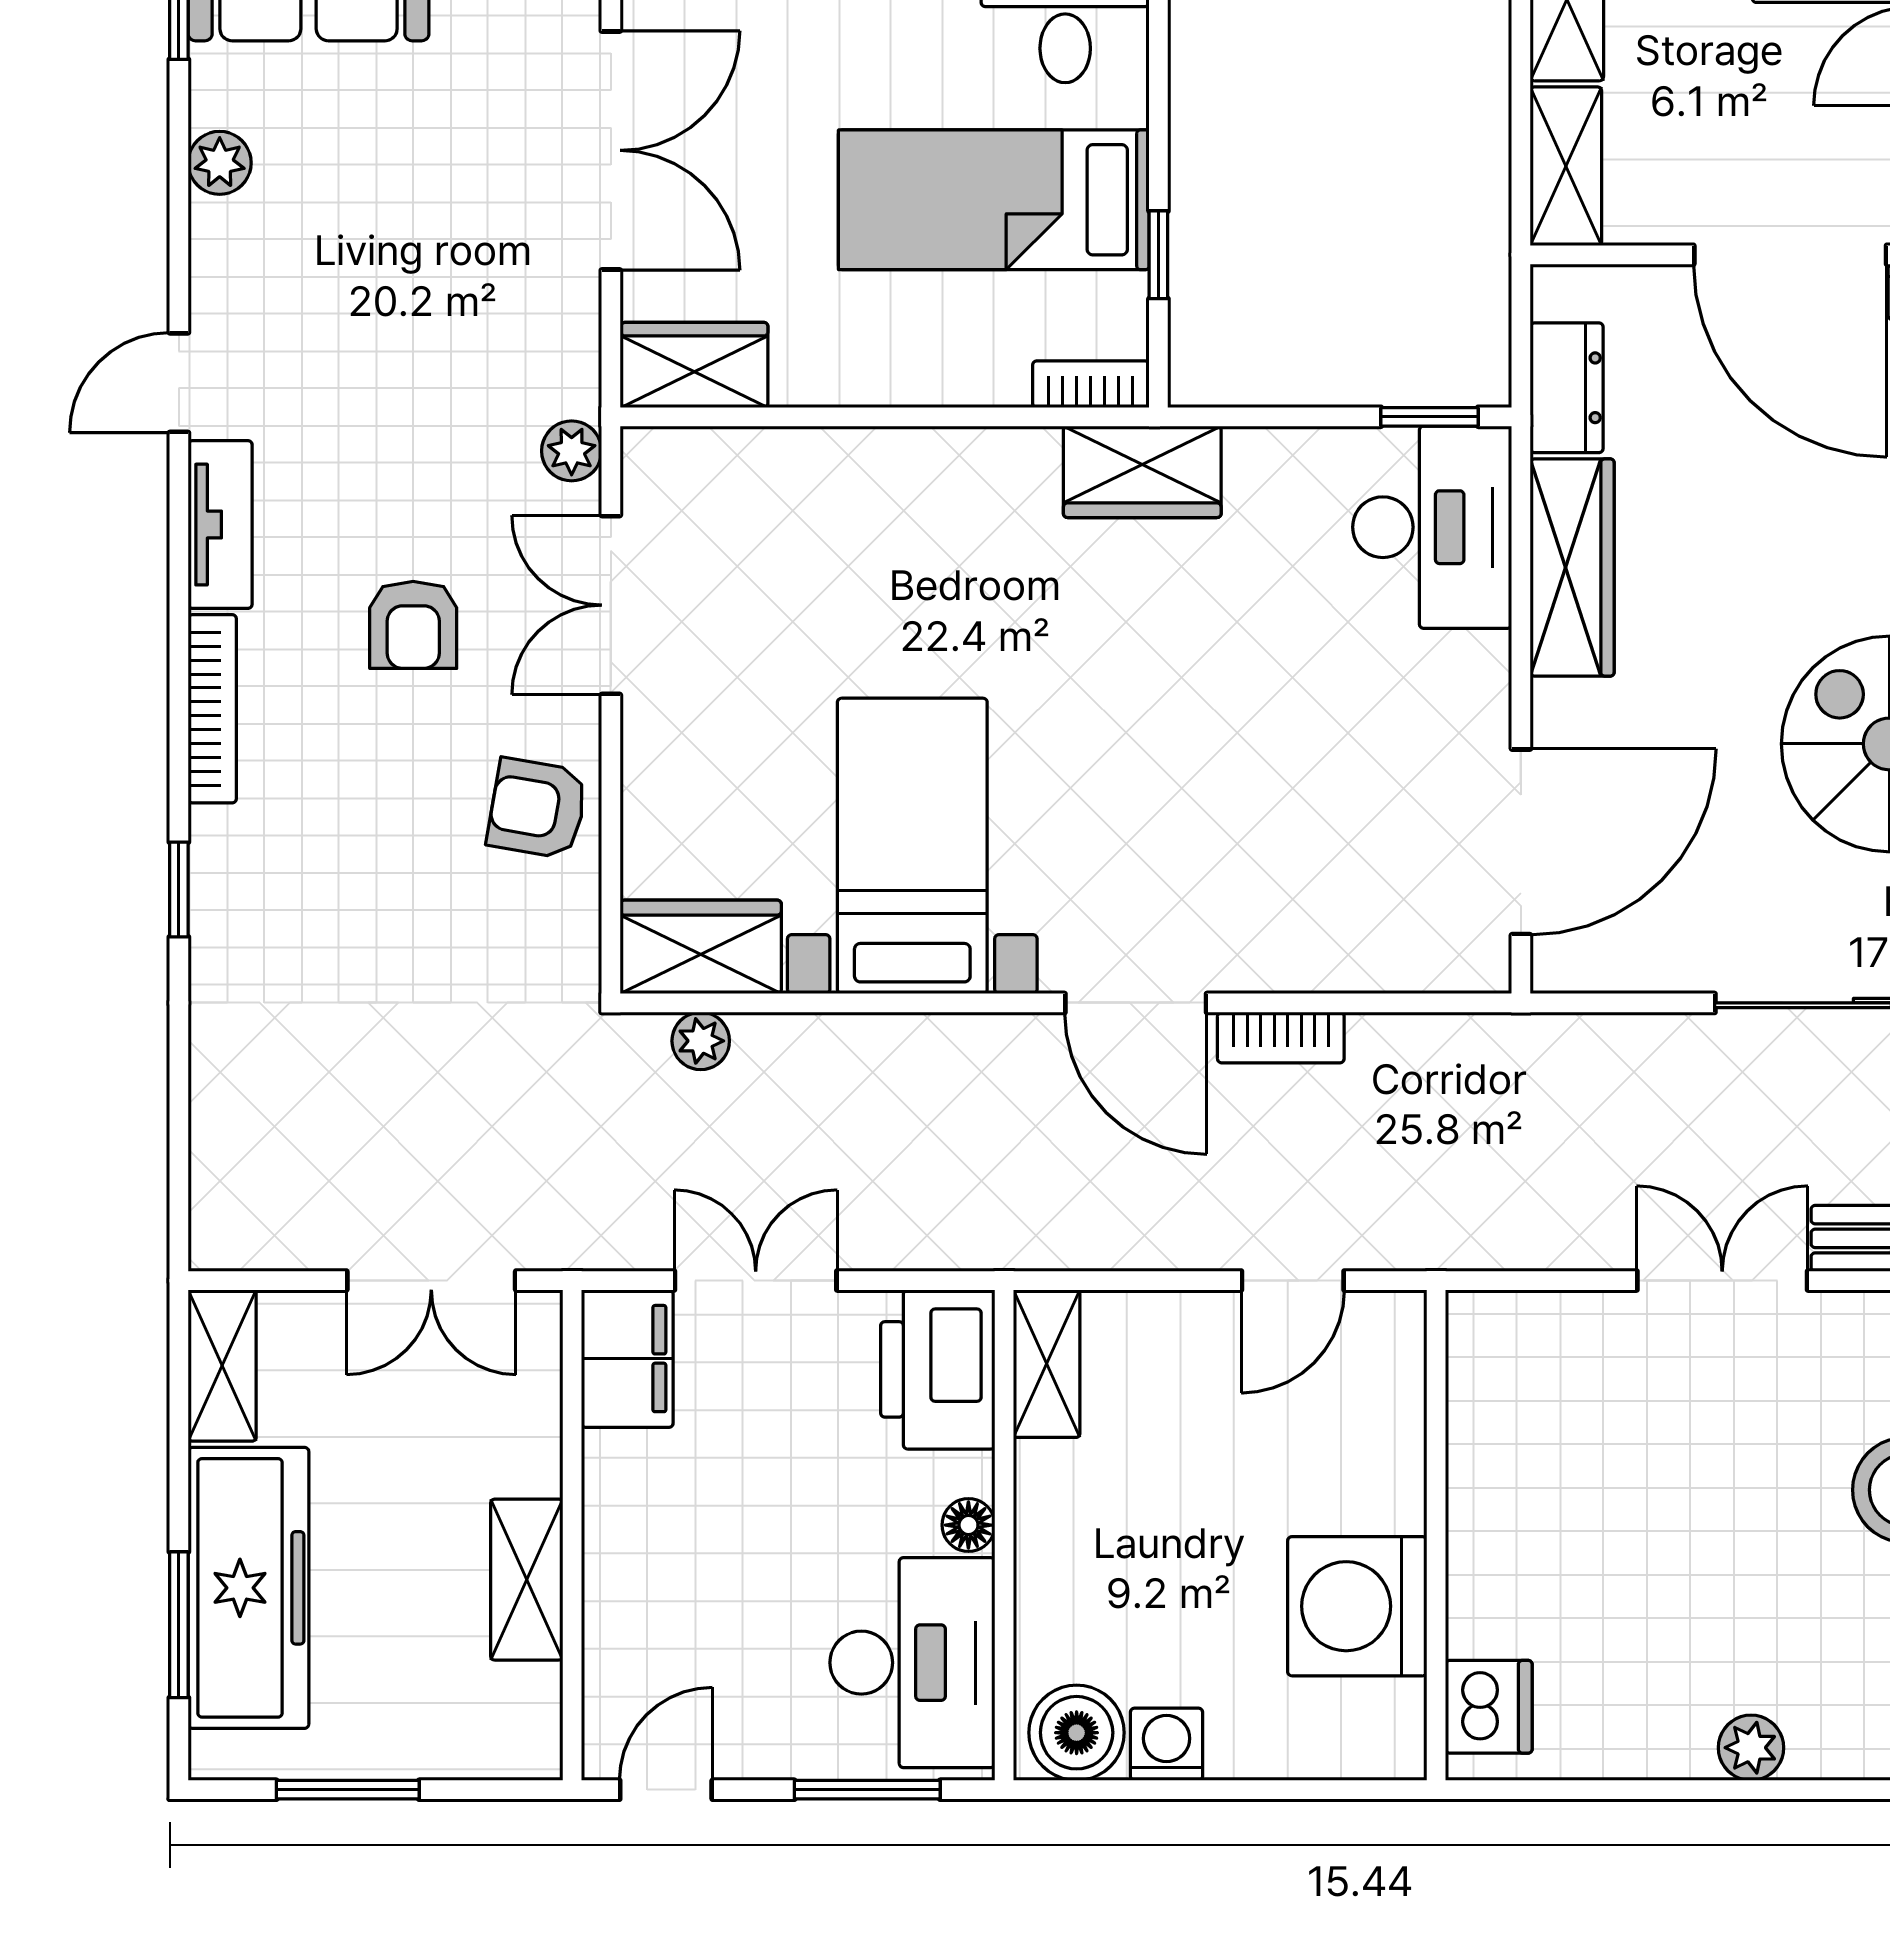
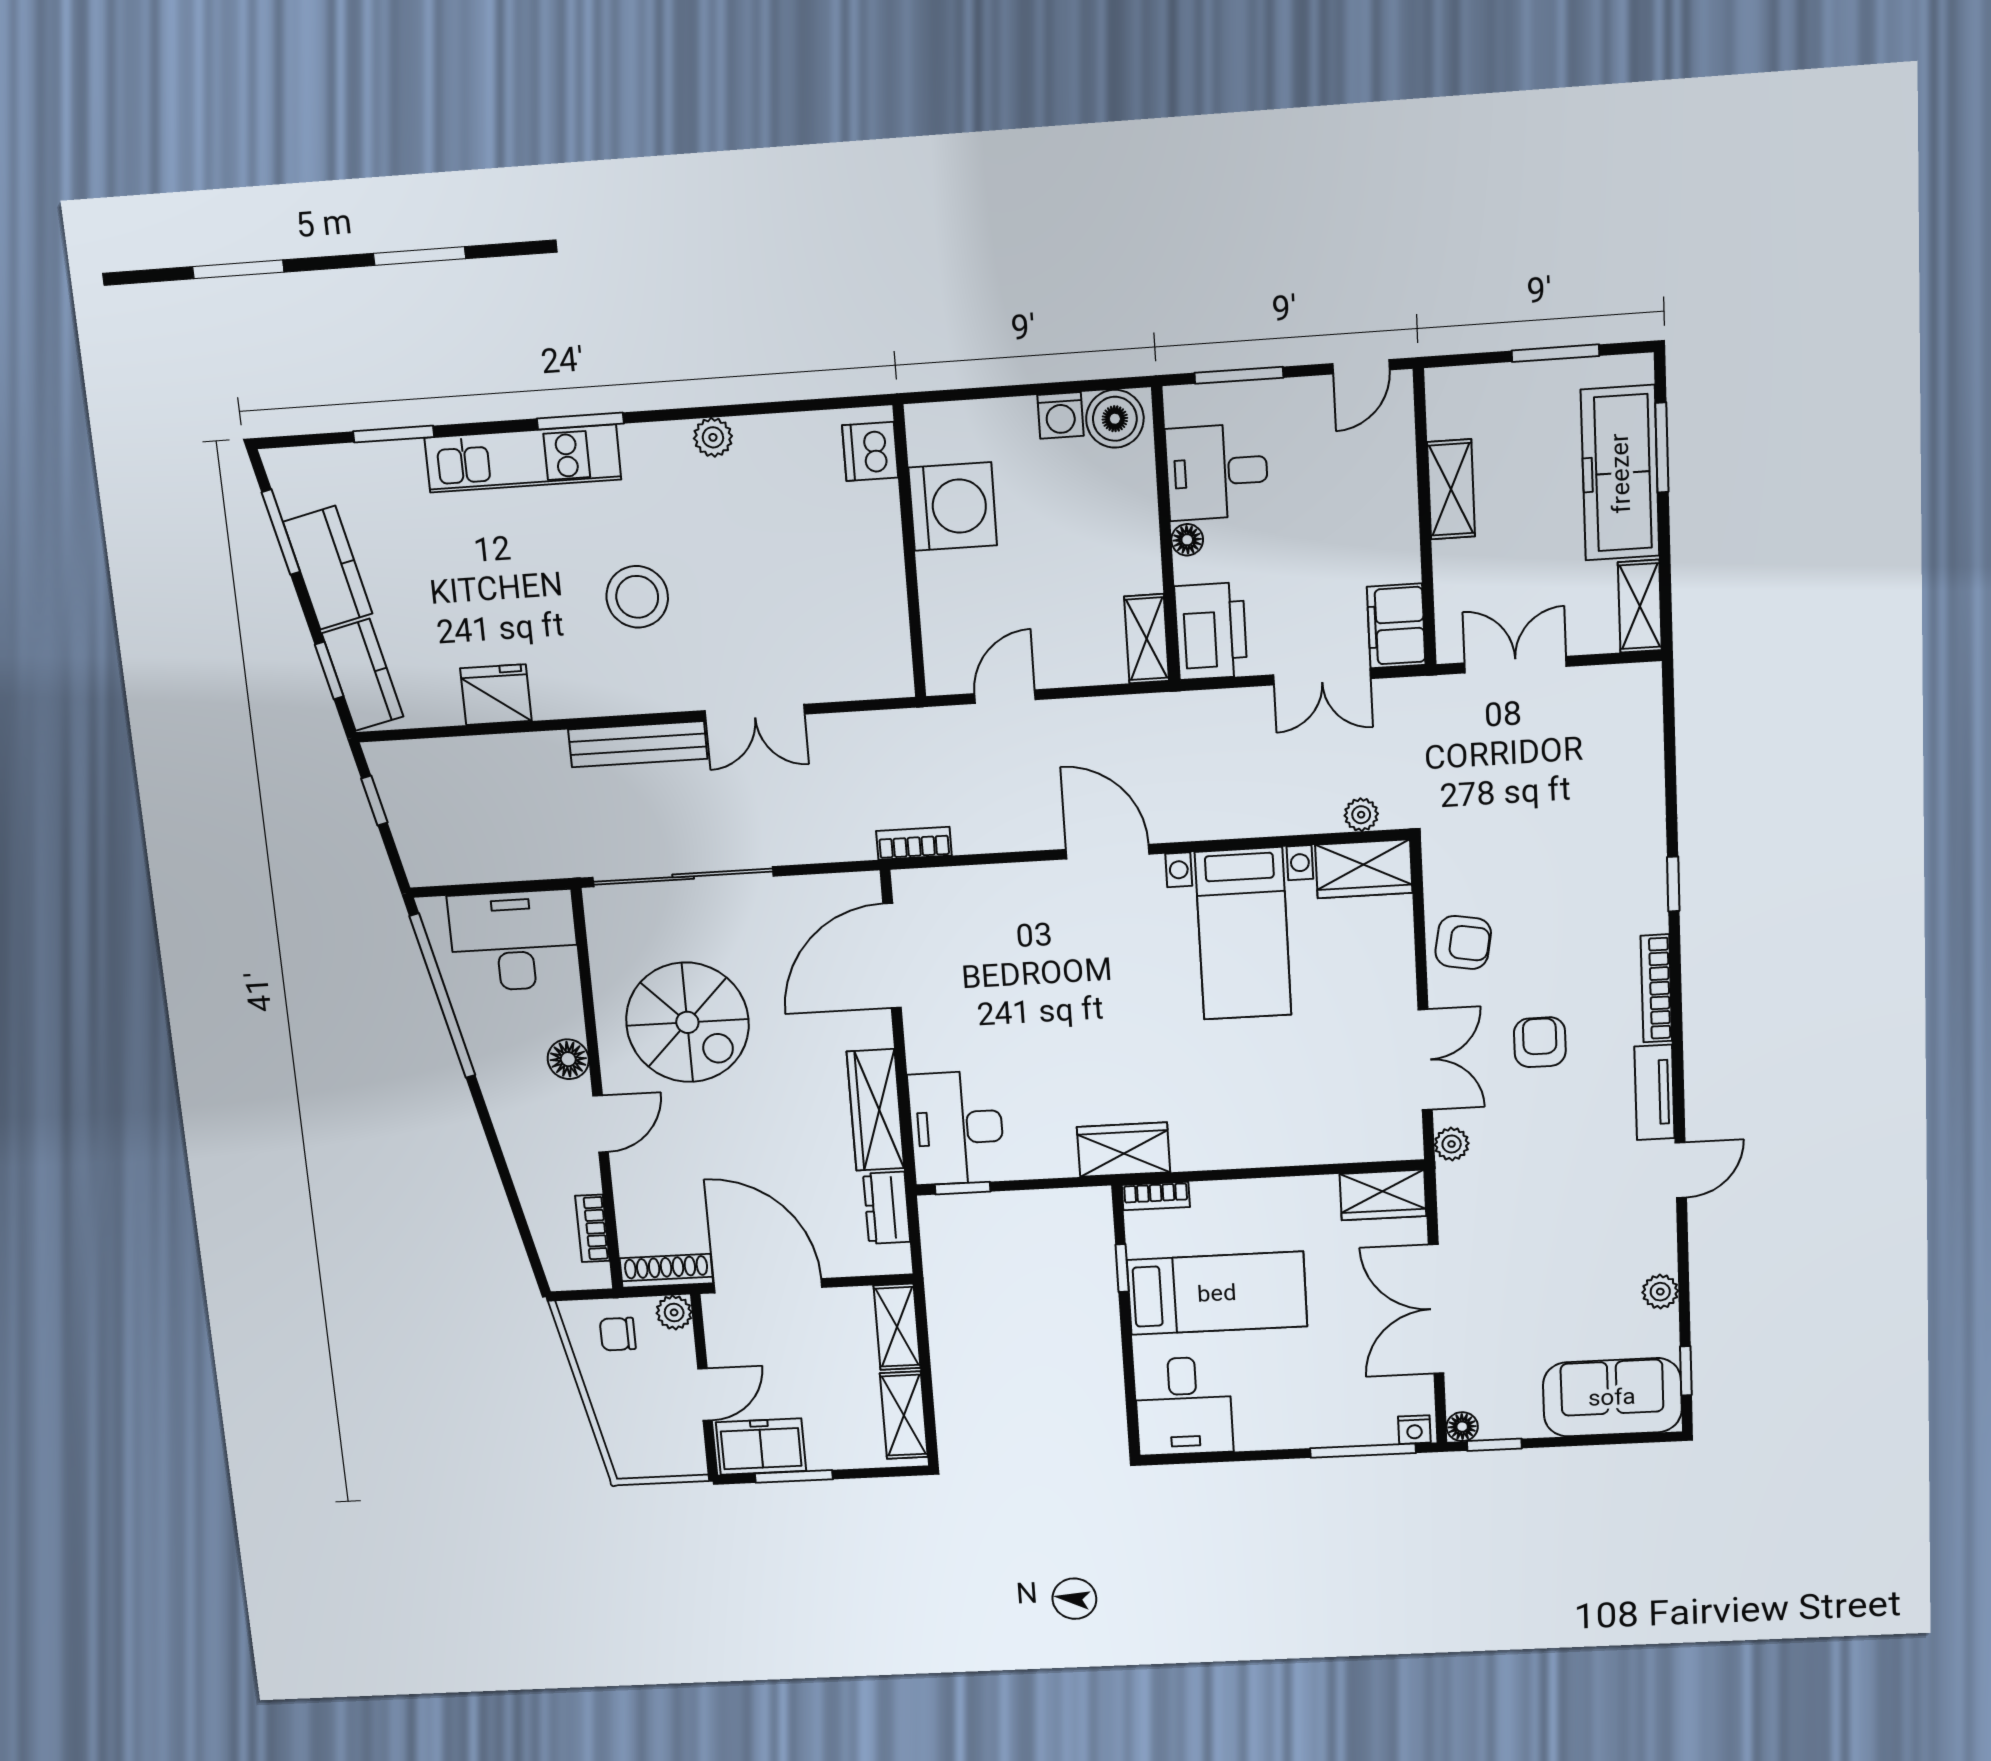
bookcase: (1281, 1038) -> (914, 843), moved
desk: (912, 1663) -> (1217, 472), width x0.73

